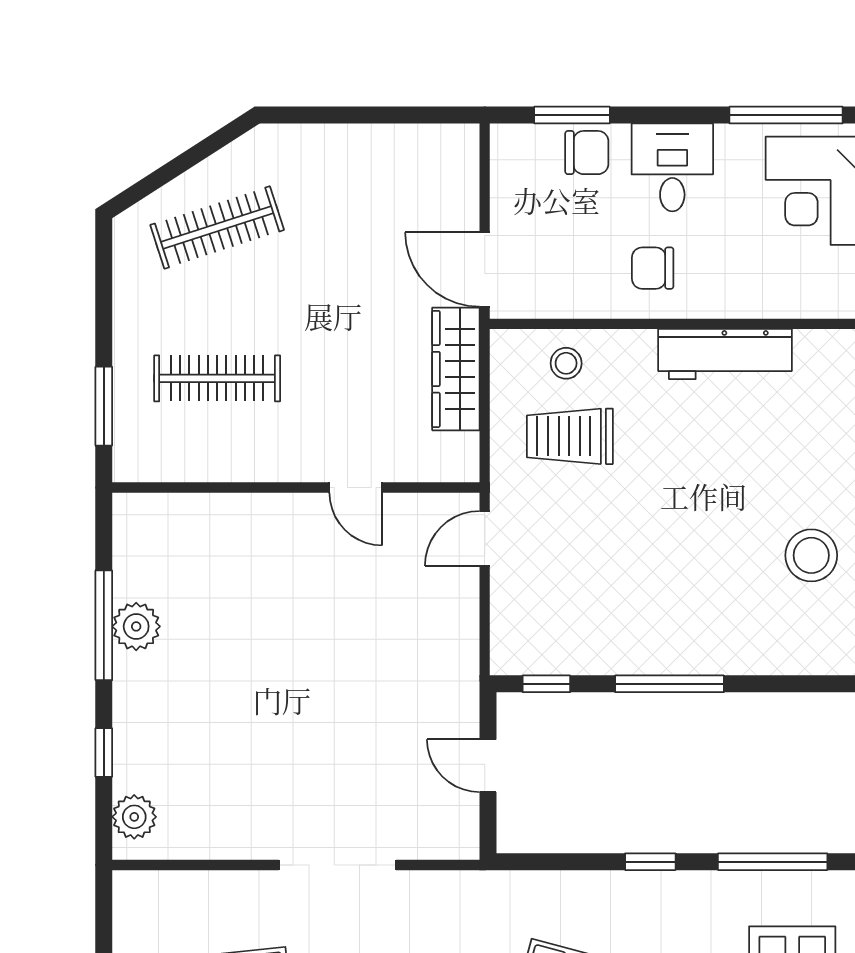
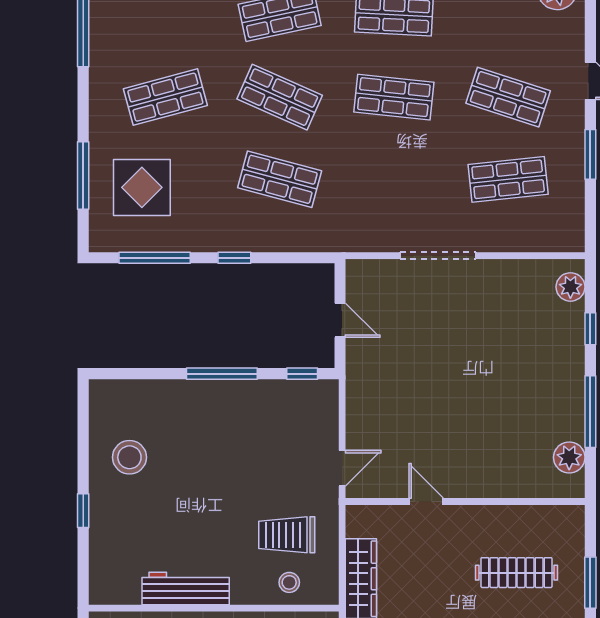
window: (104, 406) -> (590, 583), moved
trolley: (570, 436) -> (287, 535), turned 180
plant: (136, 626) -> (569, 457), moved

